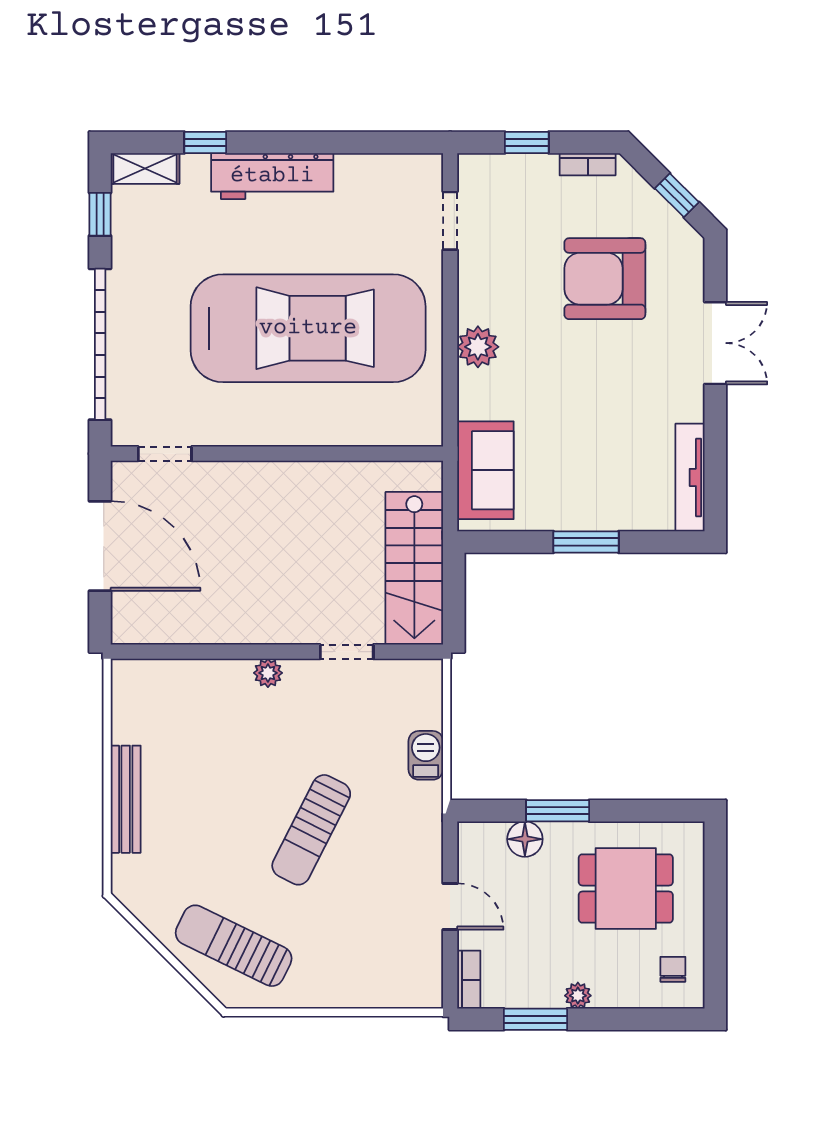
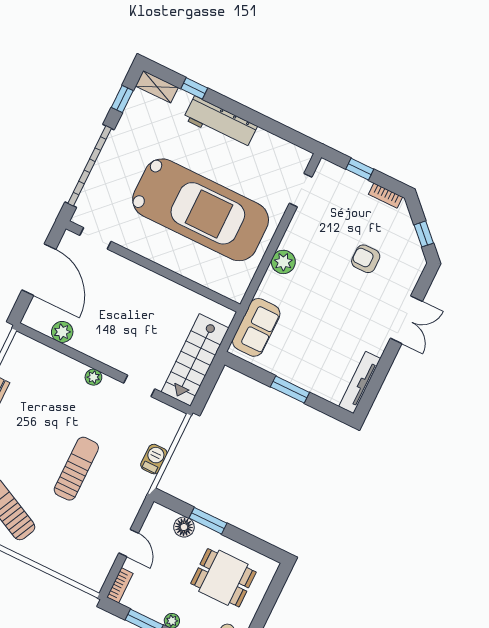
armchair: (605, 279) -> (366, 259), width x0.53, depth x0.53
plant: (184, 626) -> (62, 332), added
sun lounger: (311, 830) -> (76, 469), turned 153

